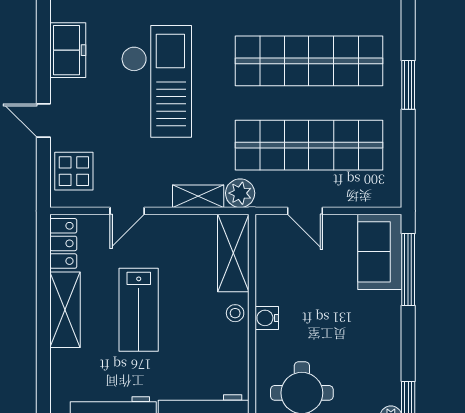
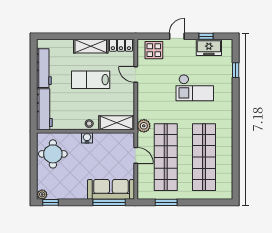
window: (43, 57) -> (206, 36), added
checkout: (156, 81) -> (195, 88), width x0.73, depth x0.83
window: (408, 85) -> (166, 202), moved
shelving: (198, 196) -> (142, 107), removed
door: (305, 211) -> (136, 155), swing flipped
sofa: (380, 252) -> (111, 189), width x1.36

